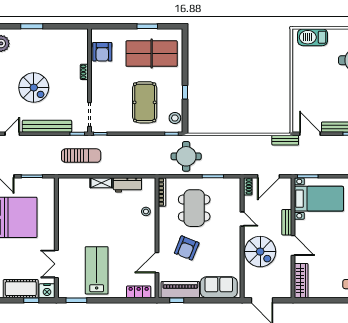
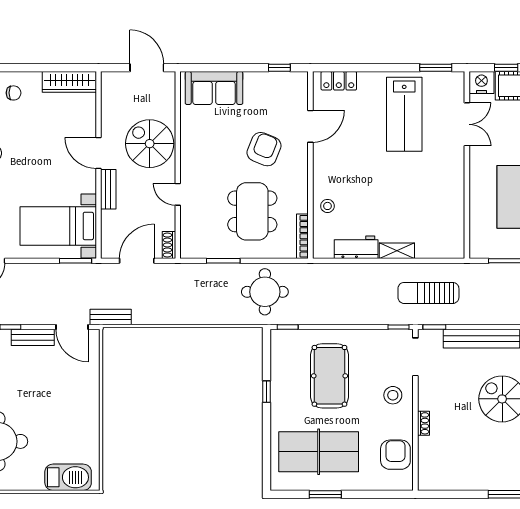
stool: (175, 118) -> (393, 395), moved
wardrobe: (301, 281) -> (69, 82), moved, turned -90
piano: (180, 290) -> (274, 84), removed

